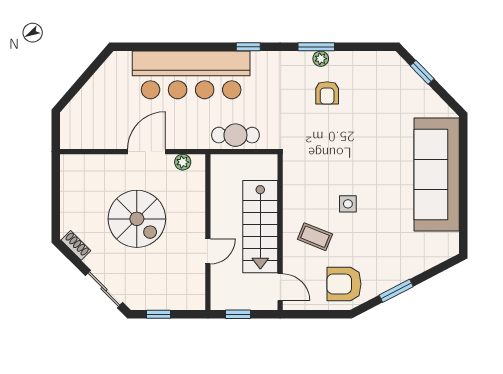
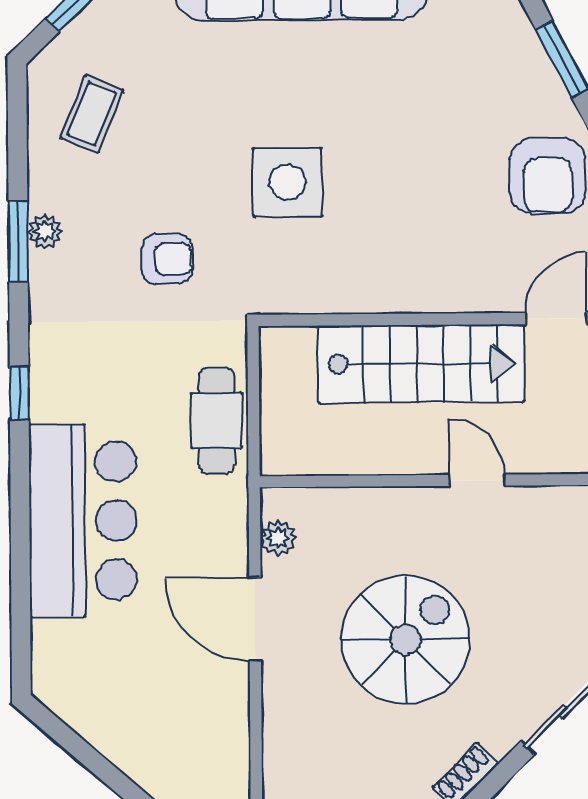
bar counter: (191, 75) -> (83, 521), width x0.73
armchair: (327, 93) -> (167, 259), moved
side table: (348, 204) -> (287, 182), moved, width x1.87, depth x1.87
coffee table: (315, 237) -> (92, 114), moved

